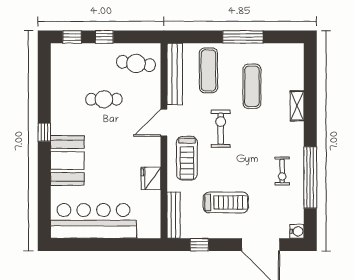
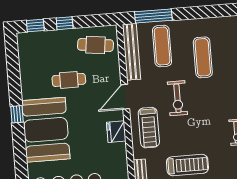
window: (243, 37) -> (153, 16), moved
exercise bike: (221, 129) -> (177, 98), turned 180
booth: (67, 161) -> (46, 130), width x1.36, depth x1.42
fridge: (151, 178) -> (116, 132), moved

